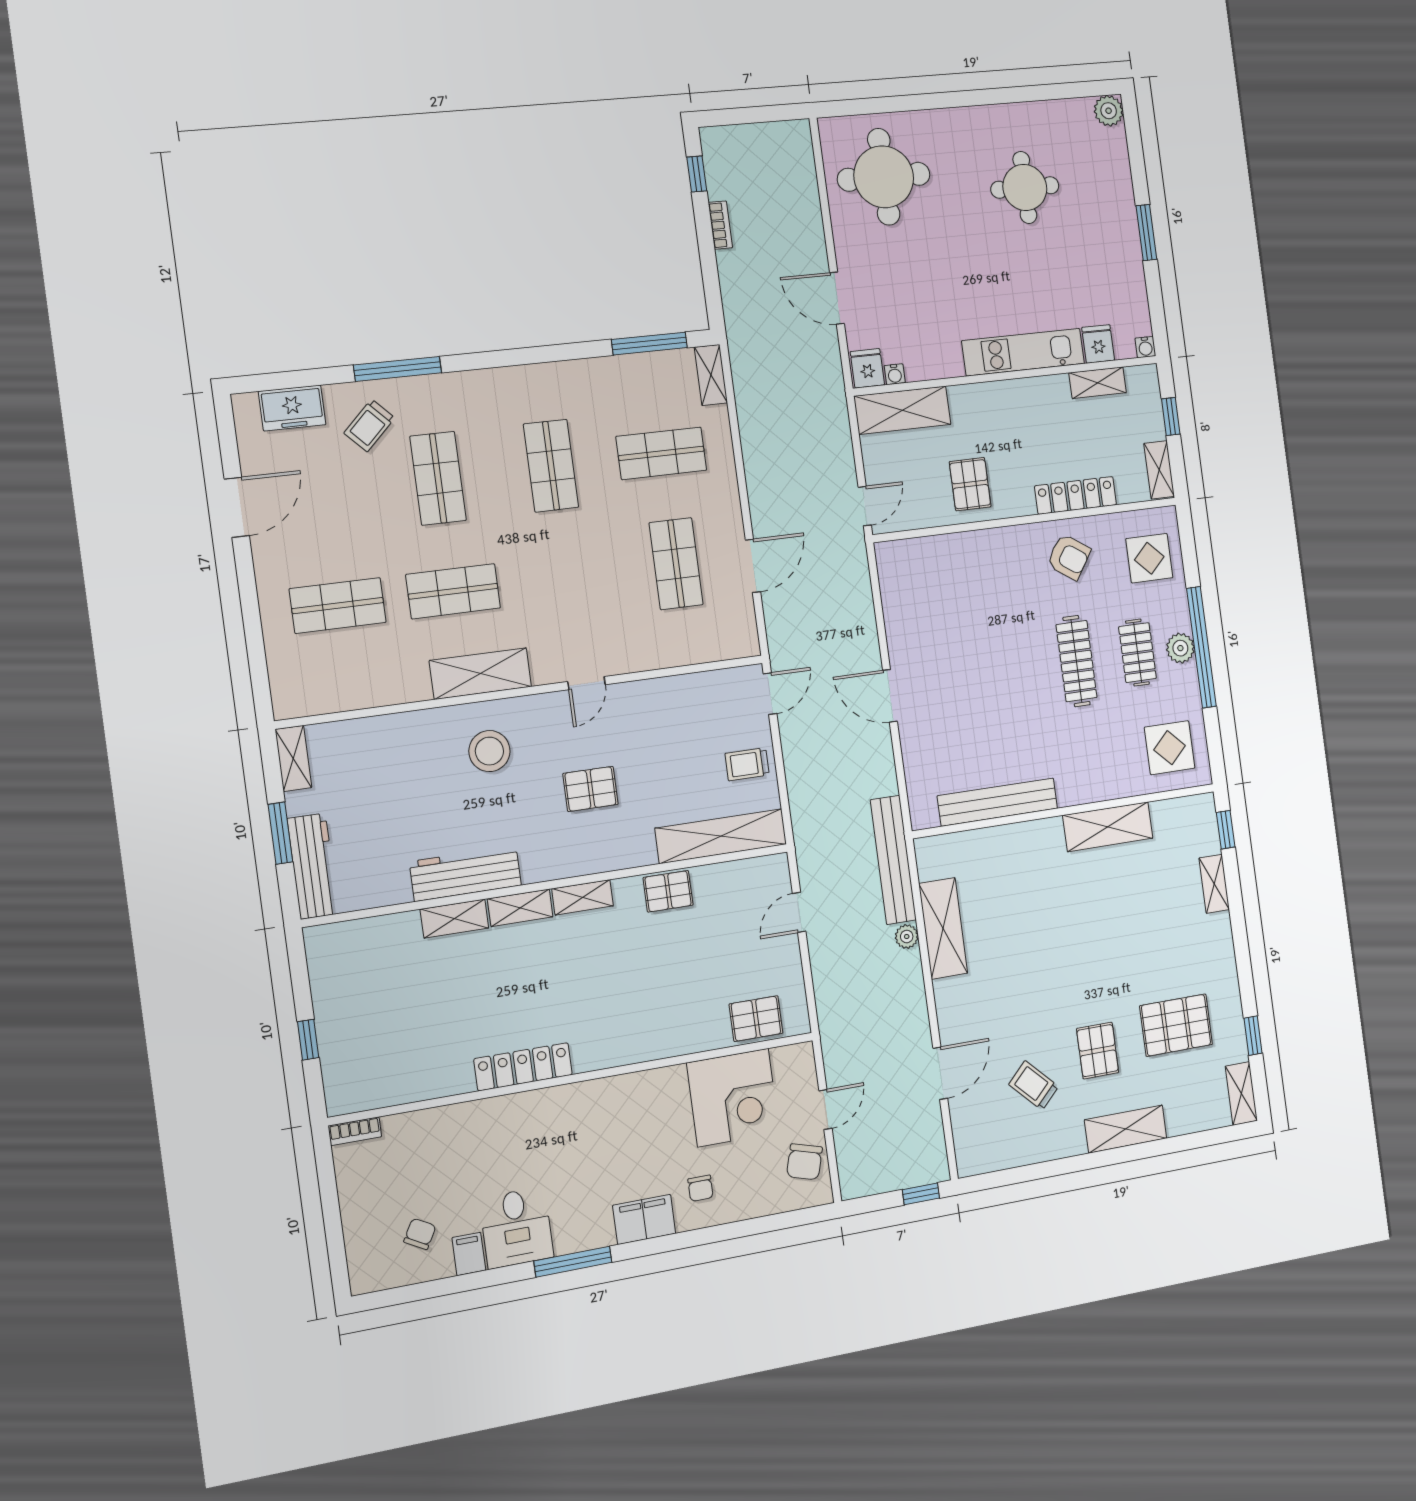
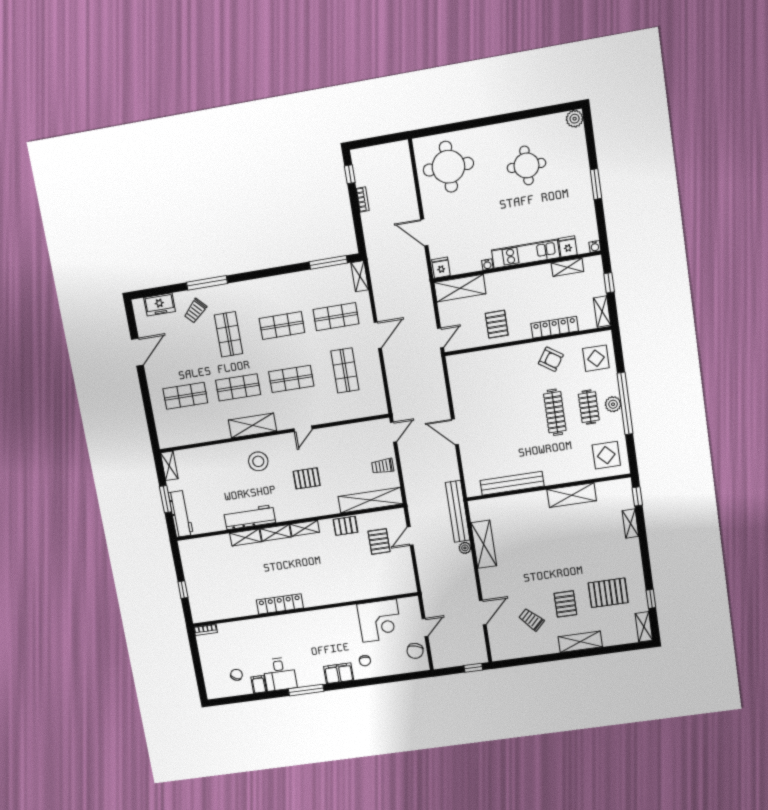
water cooler: (895, 374) -> (487, 264), moved
shop shelf: (551, 466) -> (282, 326), turned 90
door: (753, 566) -> (378, 335), moved
shop shelf: (566, 577) -> (291, 379), added
pallet: (756, 1019) -> (379, 541), moved, turned 90

